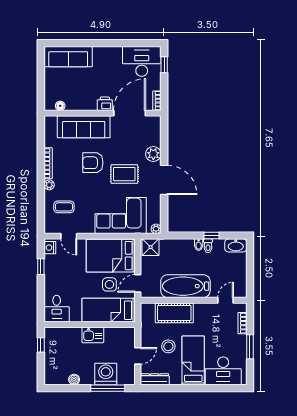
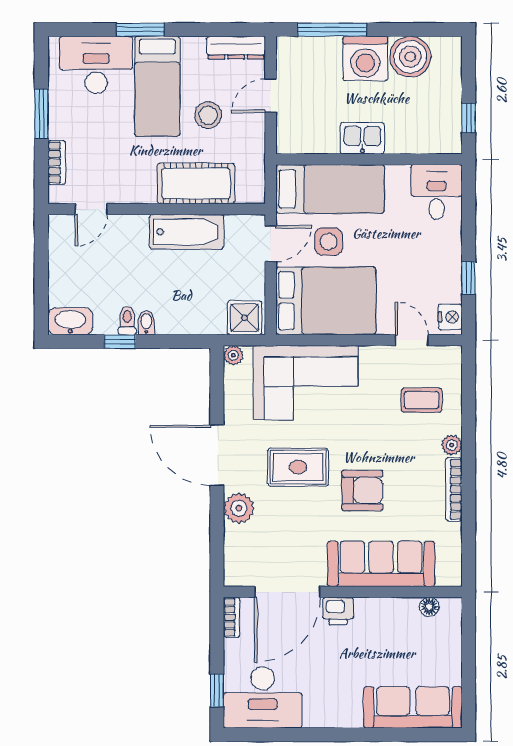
bathtub: (185, 286) -> (187, 232), width x0.73, depth x0.73
washing machine: (106, 374) -> (365, 58), moved
boiler: (74, 380) -> (410, 57), width x1.86, depth x1.86
window: (201, 388) -> (140, 30), added

